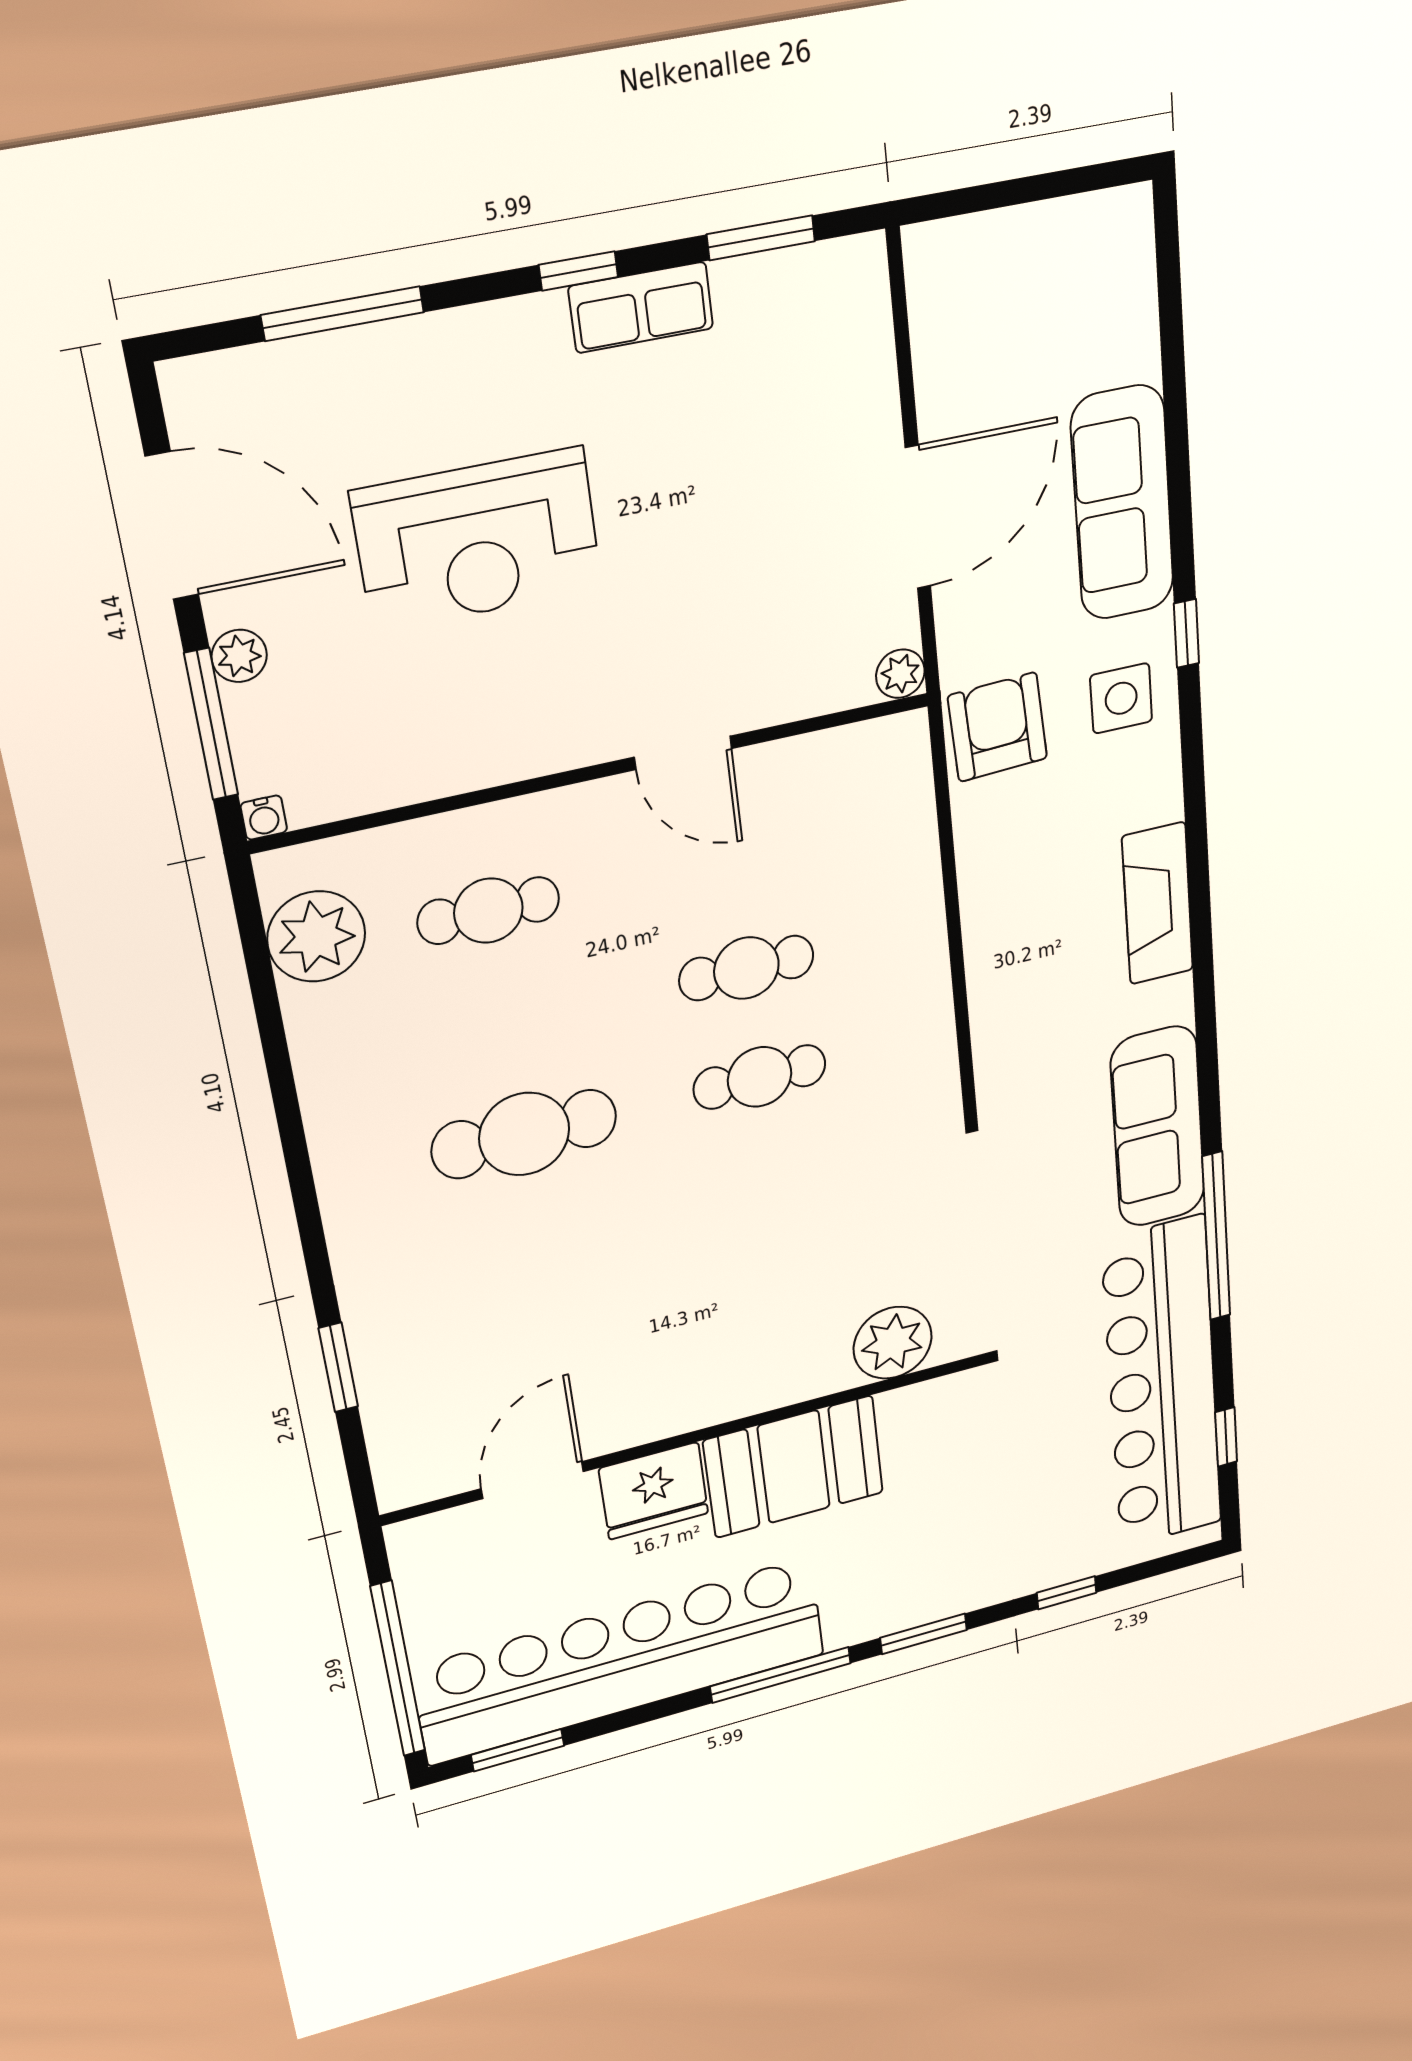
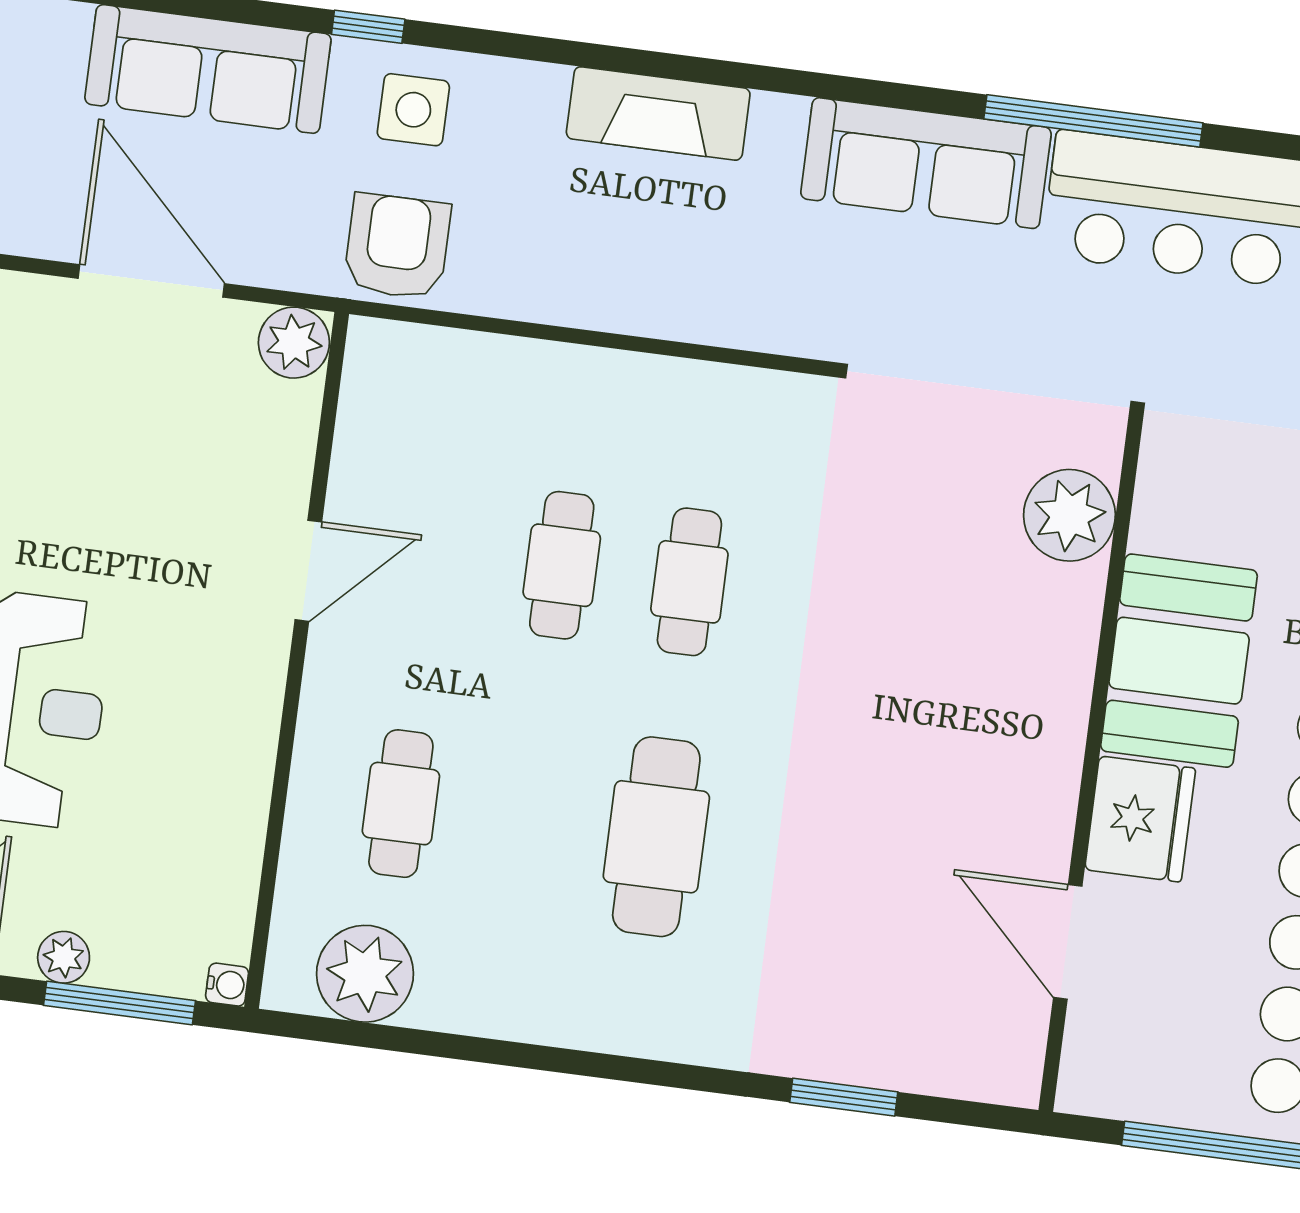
plant: (900, 674) -> (294, 343), width x1.38, depth x1.38
armchair: (998, 727) -> (397, 246), turned 93

